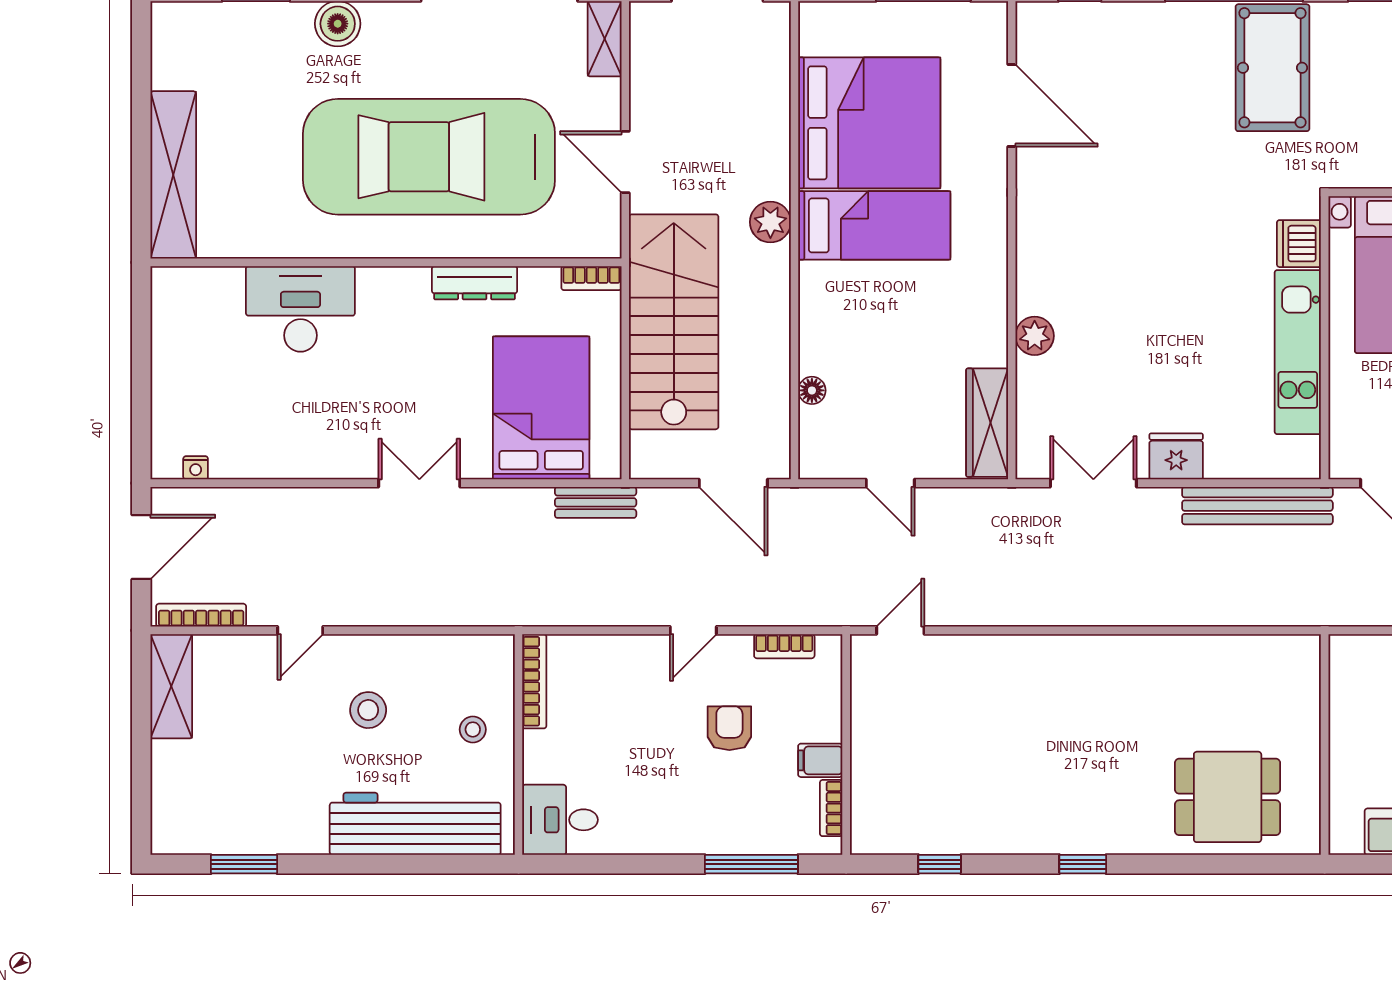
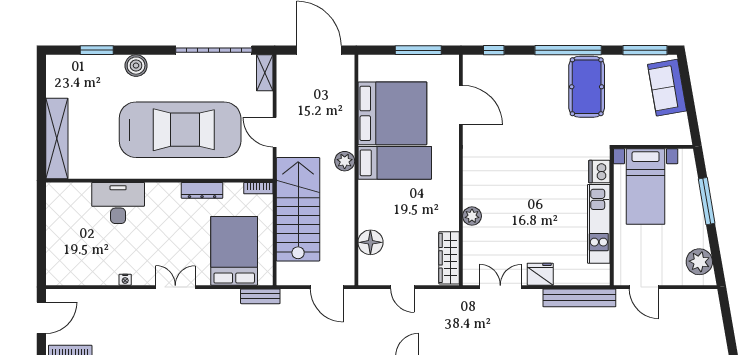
car: (429, 157) -> (180, 130), turned 180
floor lamp: (812, 390) -> (370, 242), width x1.89, depth x1.89
nightstand: (196, 468) -> (125, 280), moved

